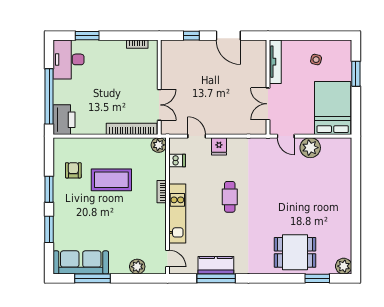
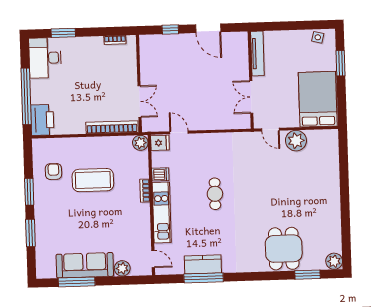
side table: (316, 60) -> (318, 37), moved
fridge: (219, 146) -> (160, 143), moved, turned -90
dishwasher: (177, 161) -> (160, 174), moved
dining table: (295, 252) -> (284, 249), turned 90
sofa: (81, 262) -> (85, 265), moved

